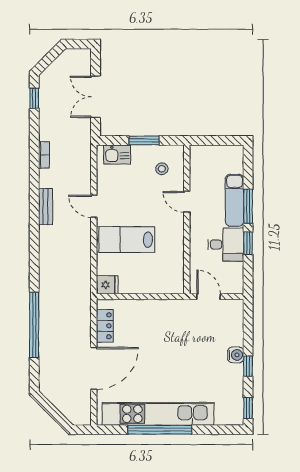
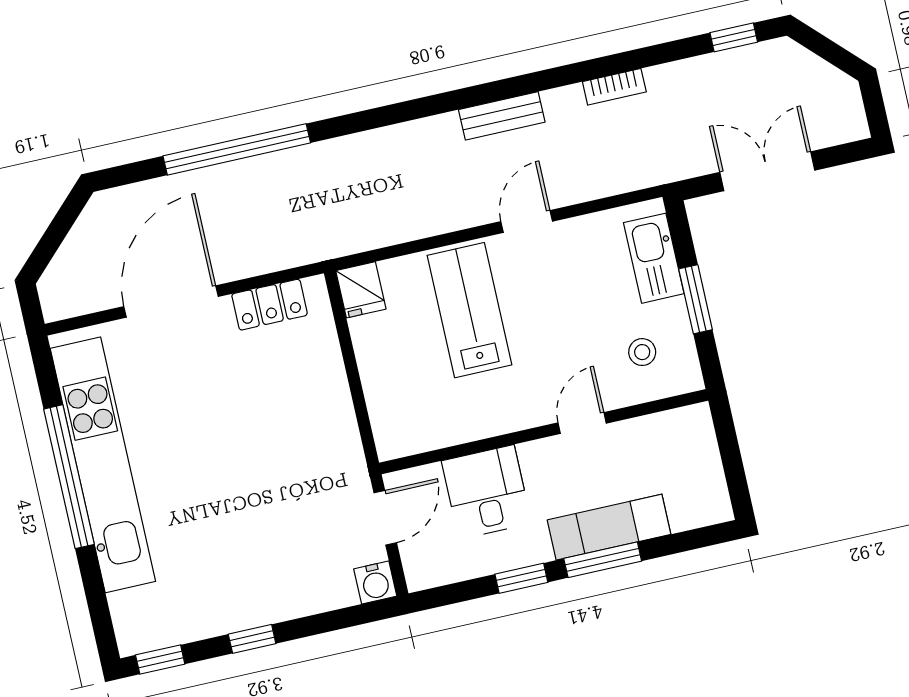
kitchen sink: (117, 155) -> (654, 258), width x1.38
desk: (226, 244) -> (486, 492), moved, turned 180
water cooler: (236, 355) -> (375, 582), moved
door: (94, 368) -> (171, 302), swing flipped

